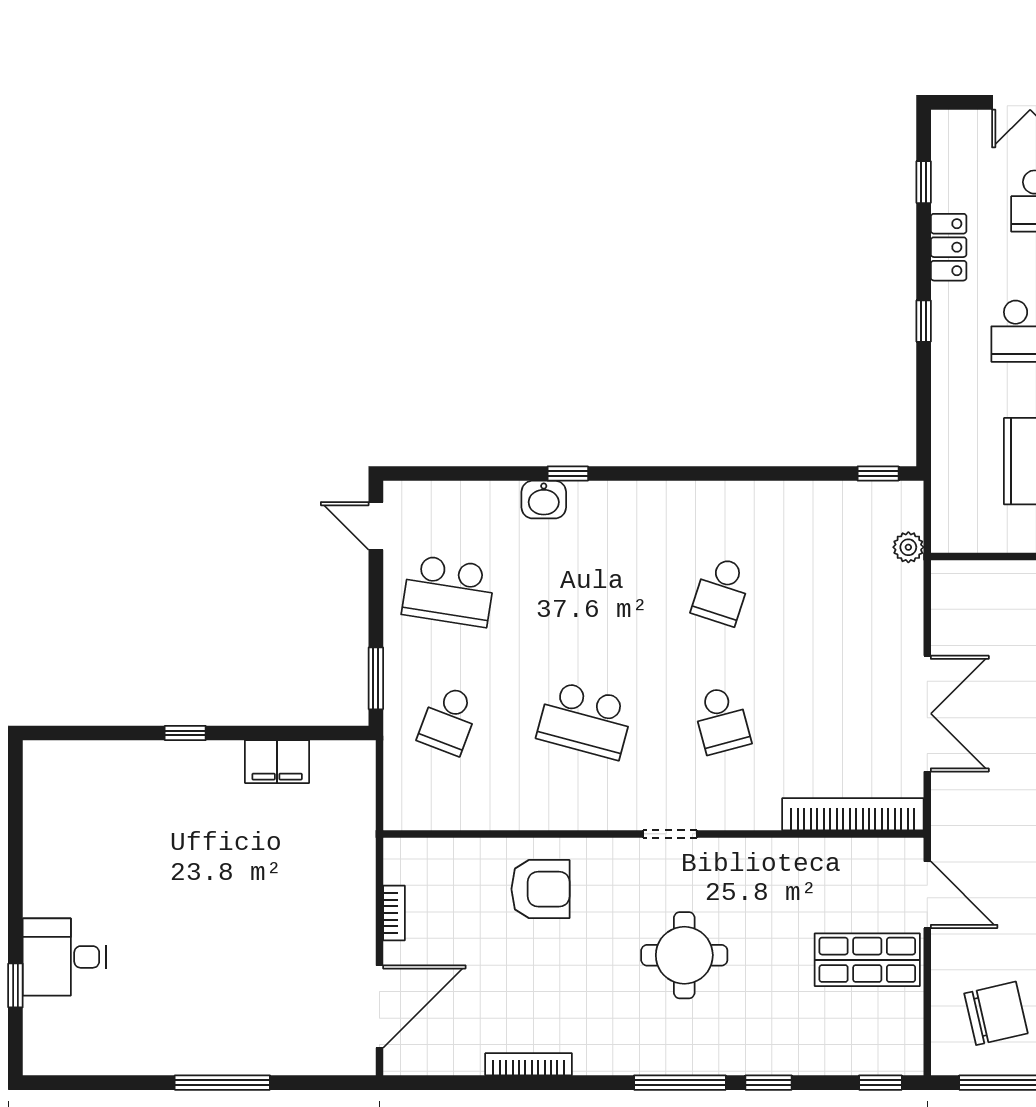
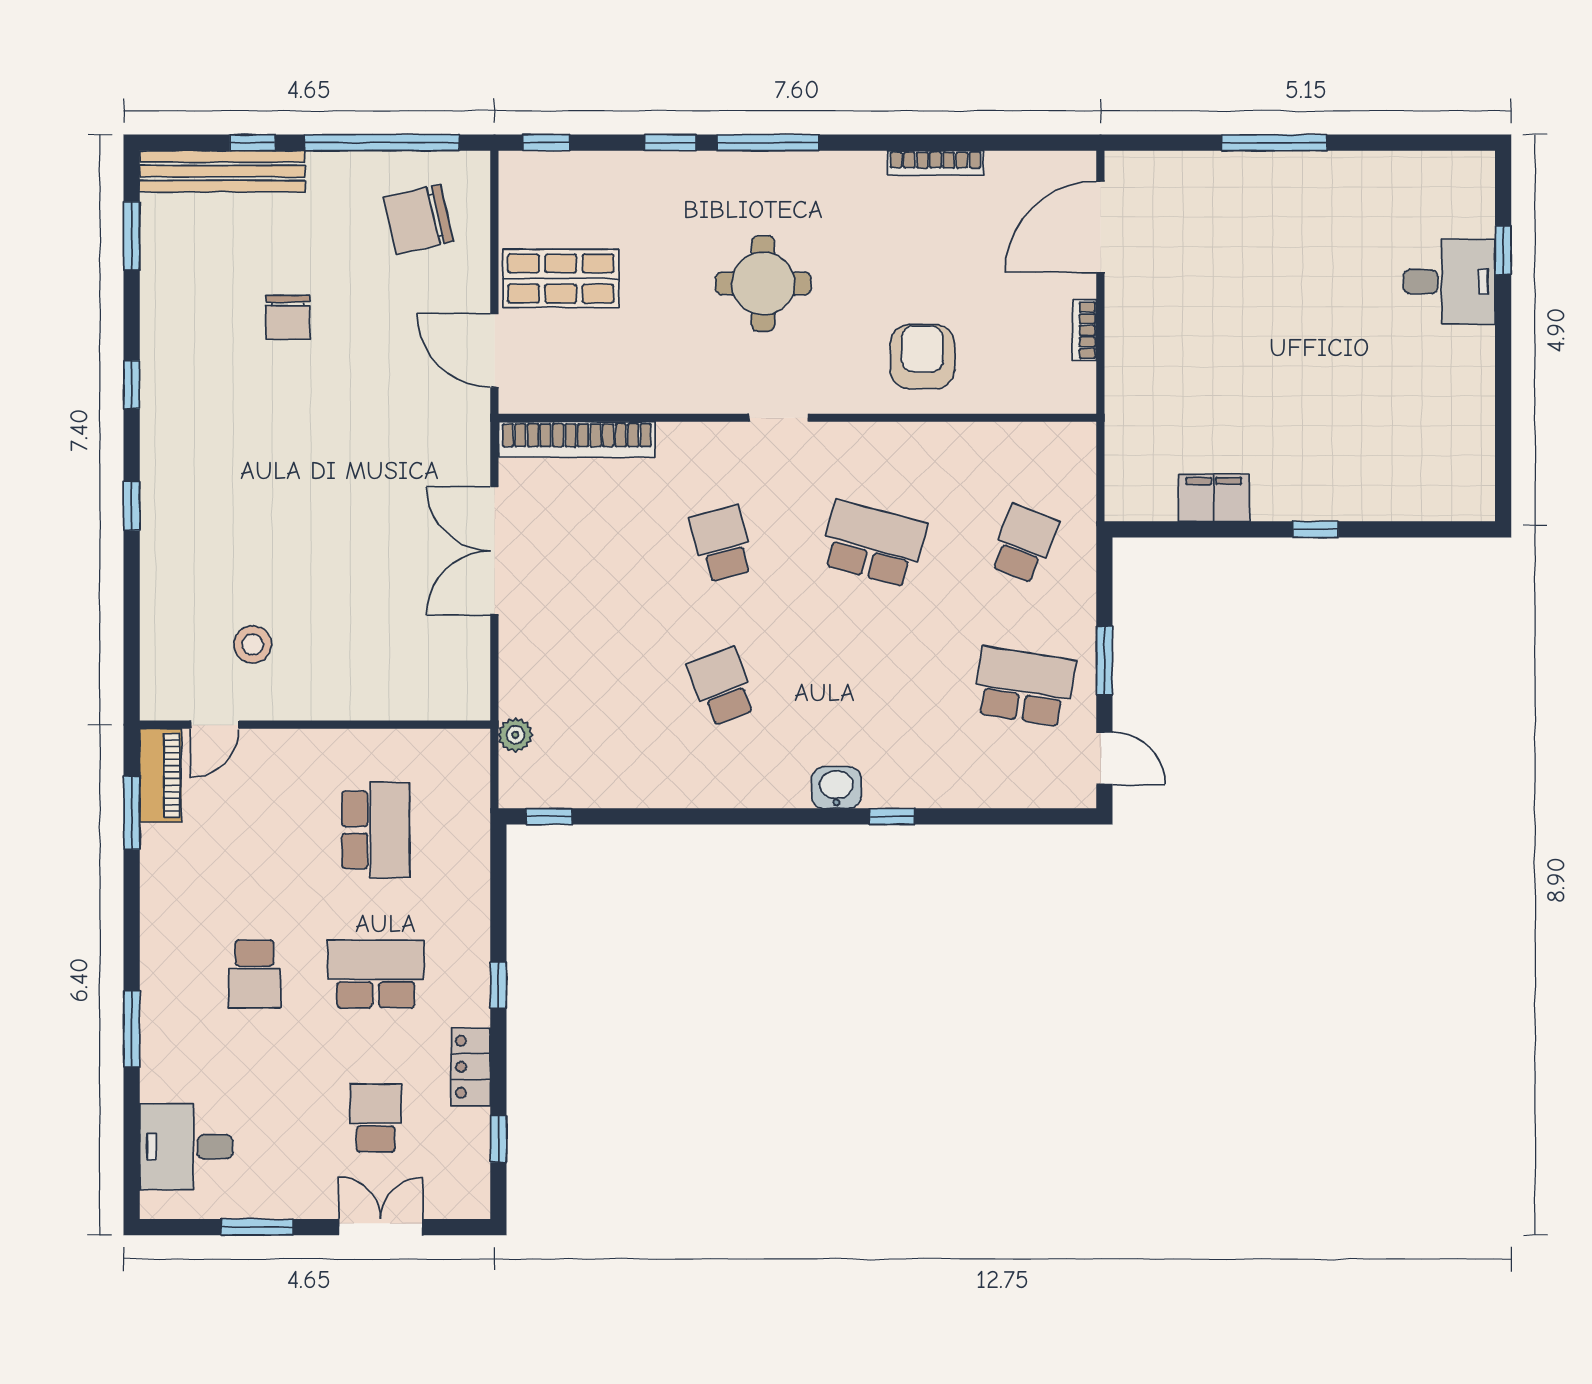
washbasin: (544, 500) -> (836, 788), moved
school desk: (722, 591) -> (722, 687), turned -39
window: (376, 678) -> (1104, 660), moved
armchair: (540, 889) -> (922, 357), turned 90

